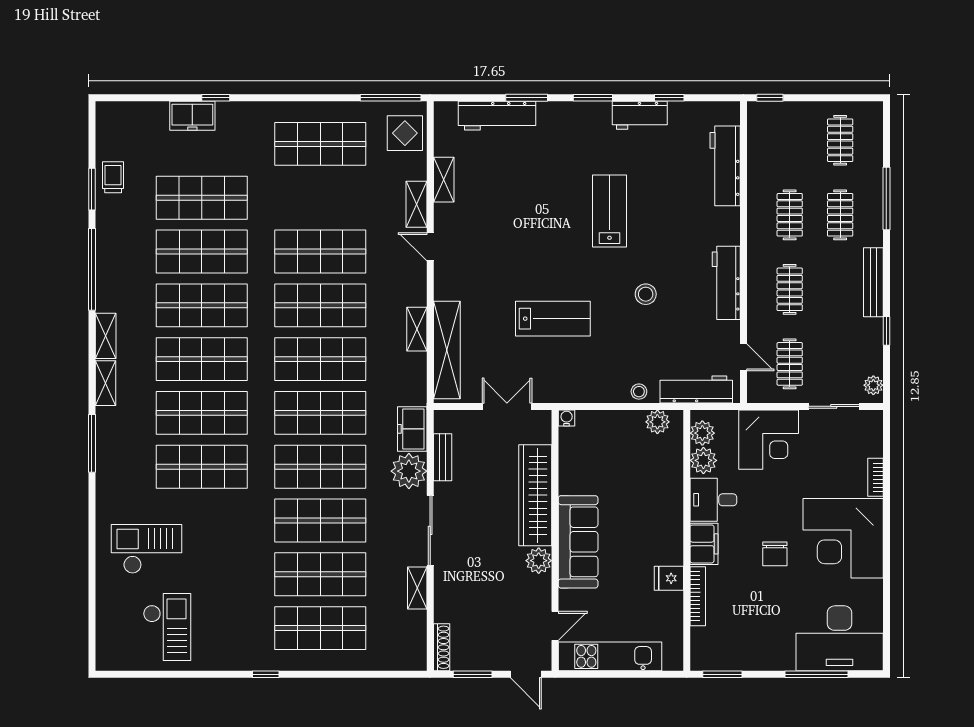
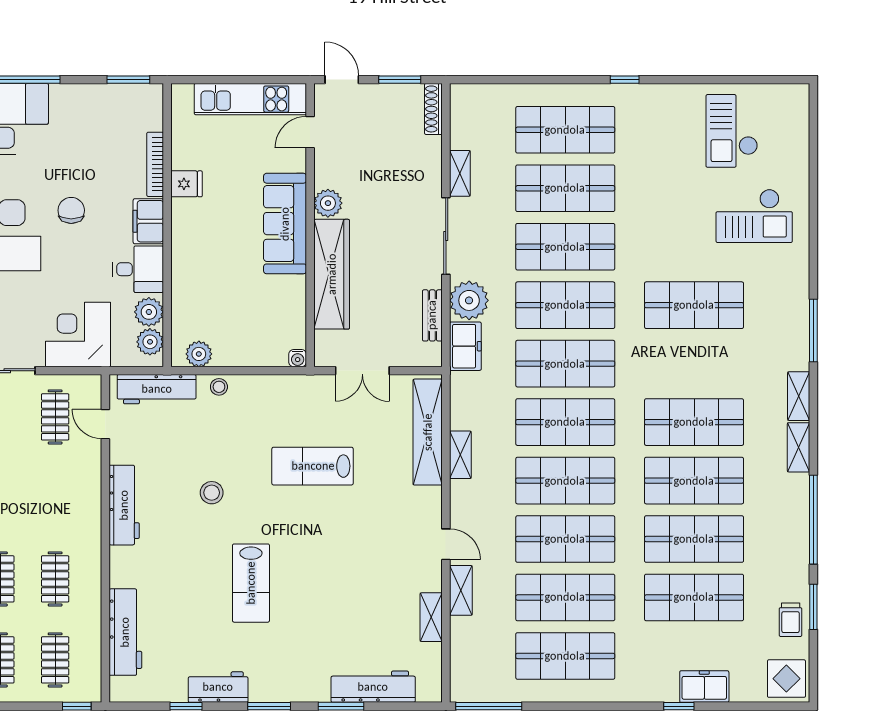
display table: (405, 133) -> (786, 679), moved
clothes rail: (790, 289) -> (55, 660), moved
shop shelf: (202, 413) -> (565, 597), moved

